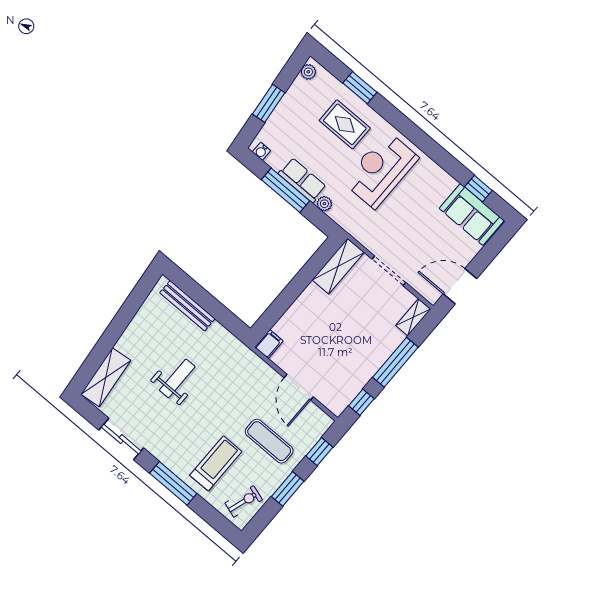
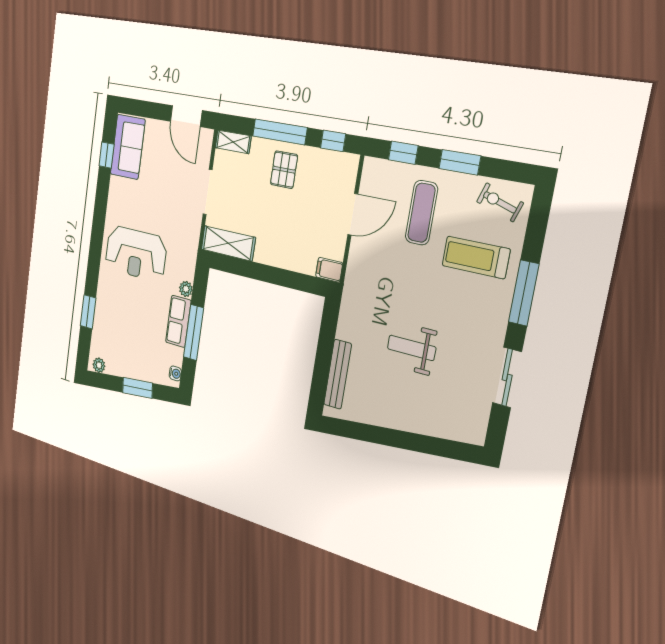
rug: (345, 124) -> (119, 308), removed
pallet: (365, 349) -> (284, 170), added
shelving: (106, 377) -> (451, 427), removed

